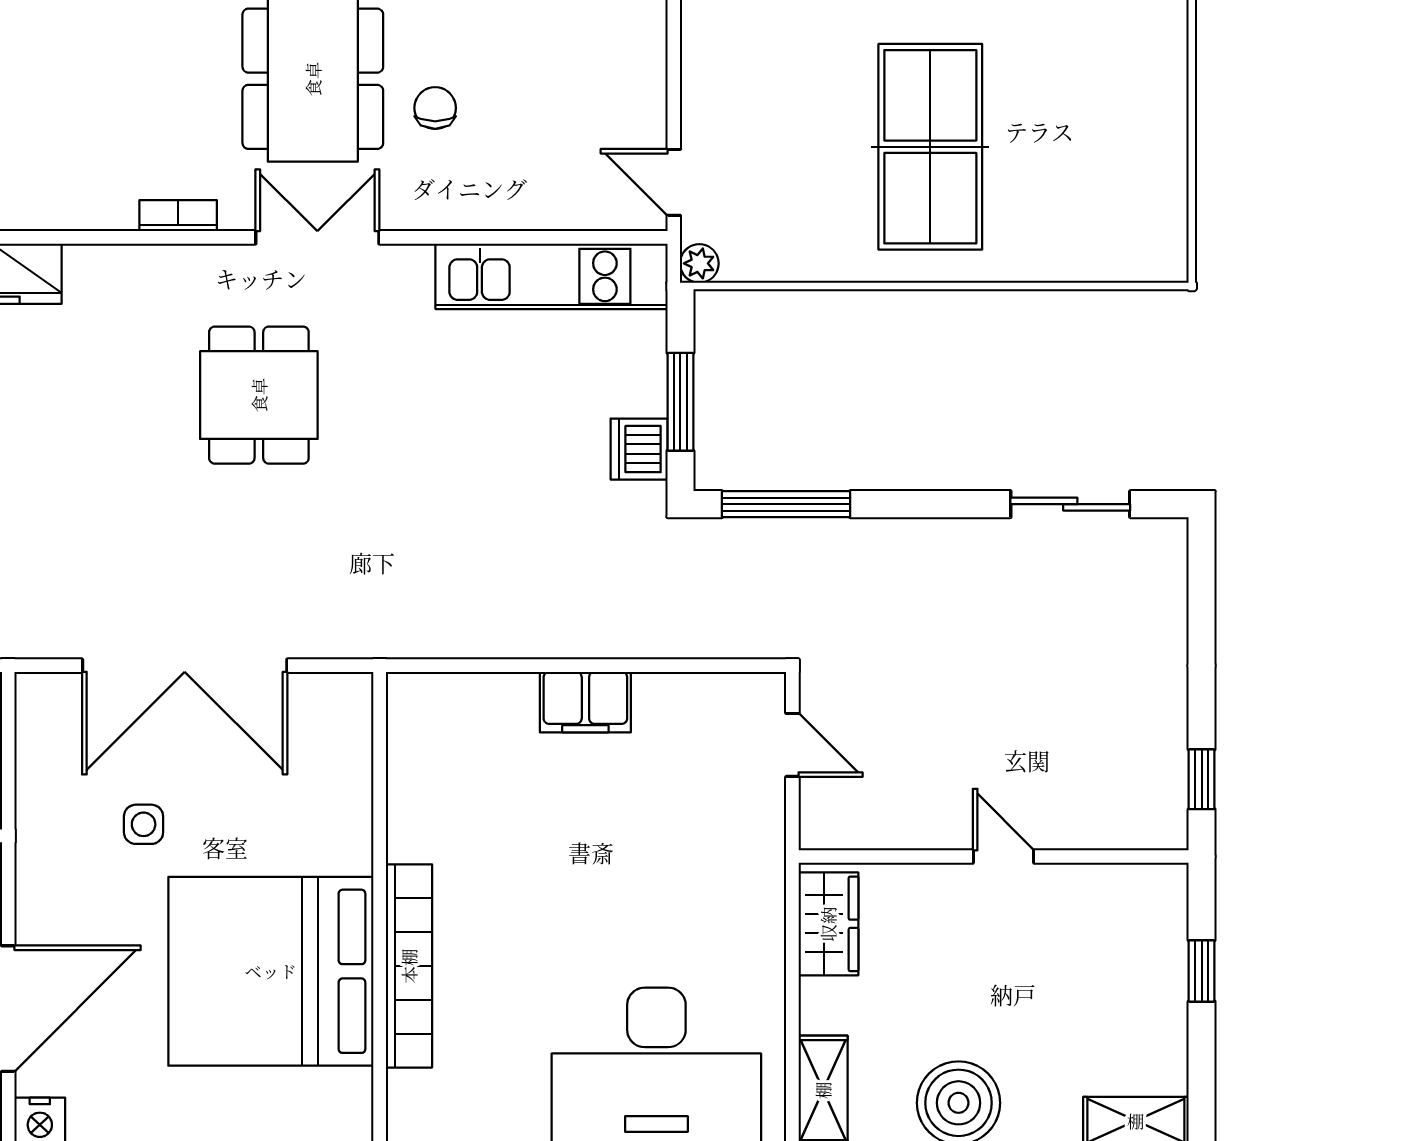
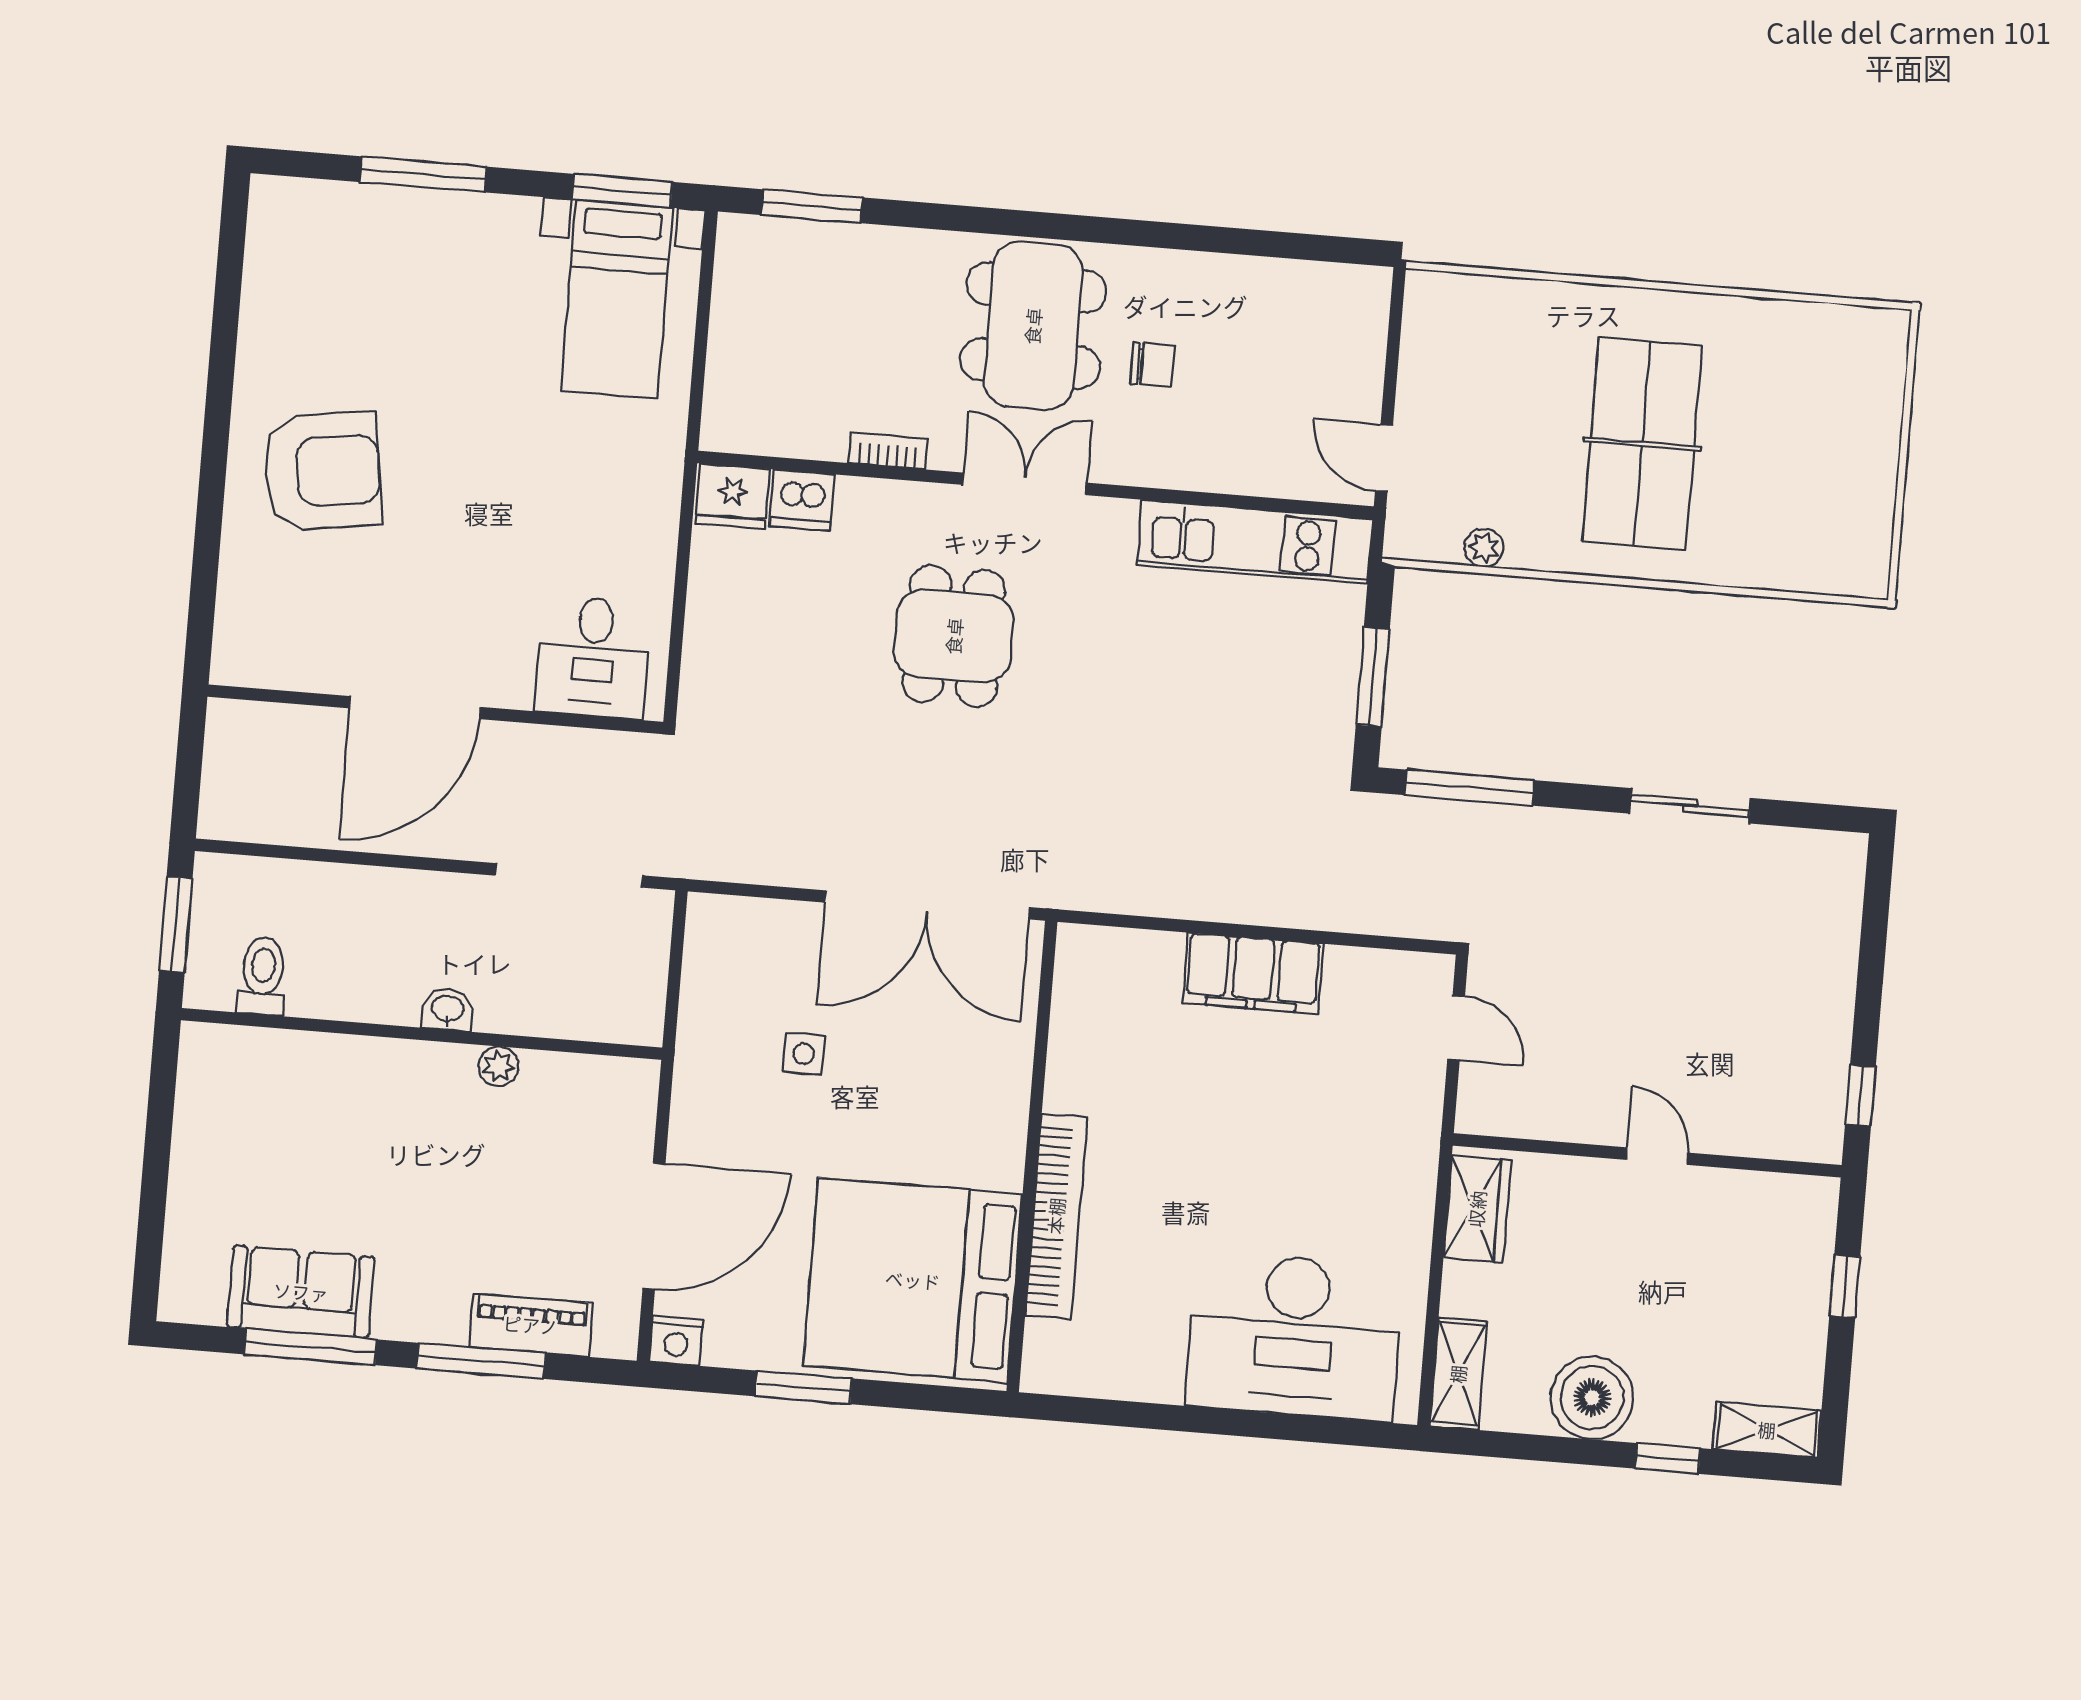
chair: (435, 108) -> (1153, 365), turned 90
plant: (699, 263) -> (1484, 548), moved
dishwasher: (639, 449) -> (802, 500), moved, turned -90
sliding door: (1070, 504) -> (1690, 806), moved
double door: (185, 666) -> (927, 905), moved
filing cabinet: (585, 702) -> (1253, 973), width x1.50, depth x1.17
bed: (271, 971) -> (913, 1280), moved

